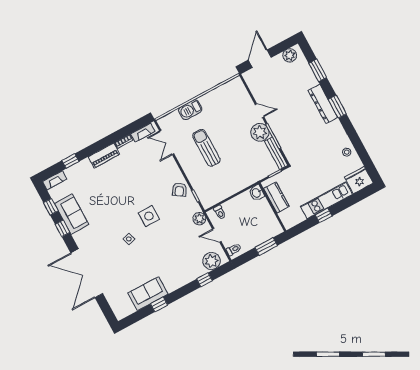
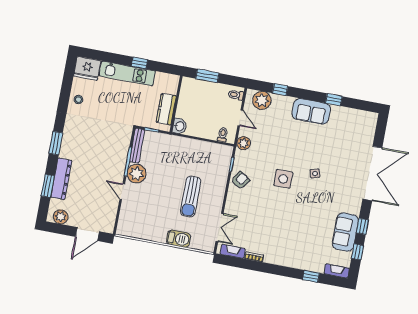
dresser: (323, 104) -> (61, 179), moved
piano: (104, 156) -> (280, 258), removed
sofa: (148, 294) -> (311, 111), moved

